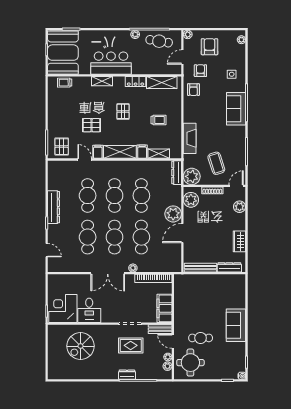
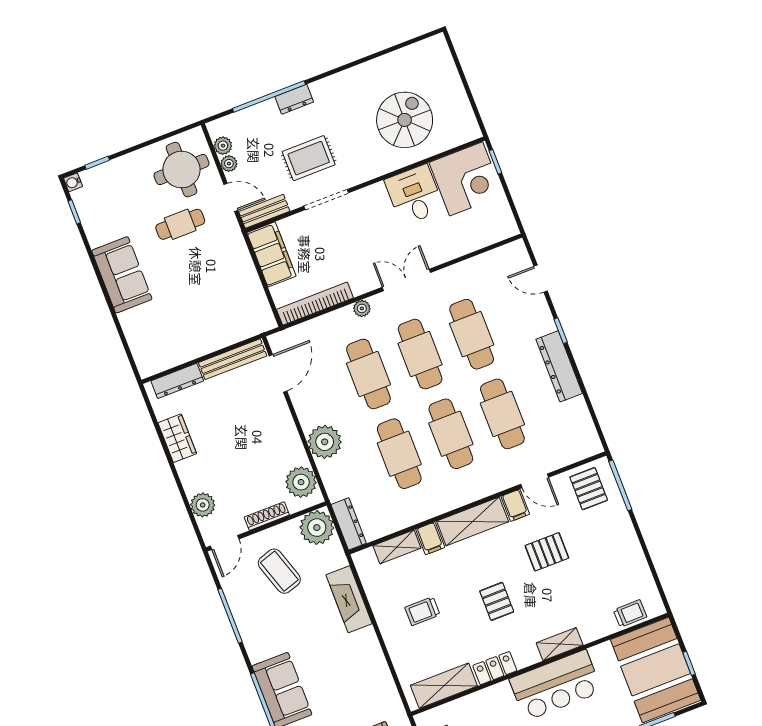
armchair: (193, 90) -> (378, 695), removed
door: (182, 233) -> (278, 373), moved
double door: (108, 273) -> (406, 280), width x0.73

